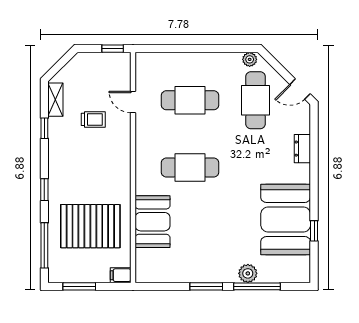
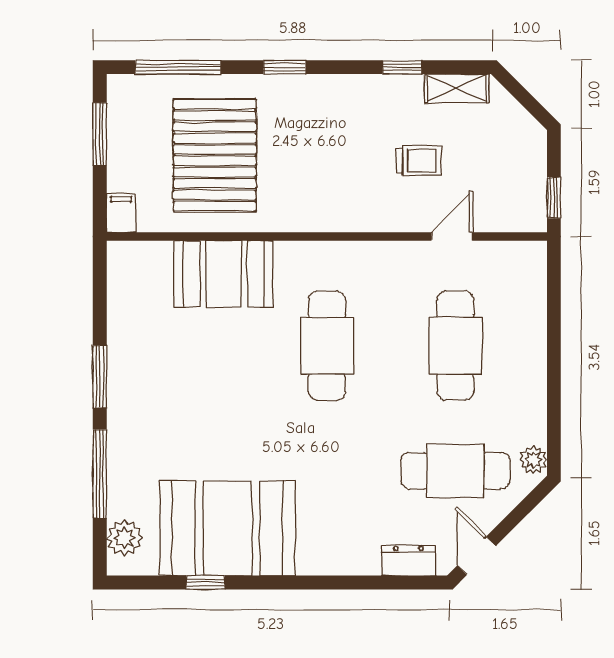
trolley: (93, 119) -> (419, 161), turned -90
dresser: (302, 149) -> (408, 560), moved
plant: (248, 273) -> (124, 538), moved

